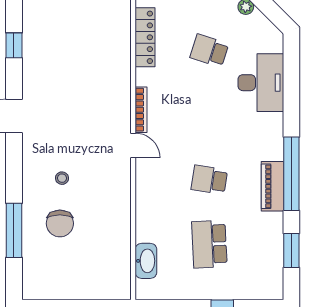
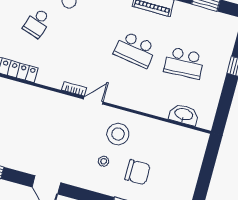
bookcase: (141, 110) -> (74, 89), width x0.64
school desk: (209, 180) -> (135, 50), width x1.85
stool: (100, 187) -> (118, 134), added

